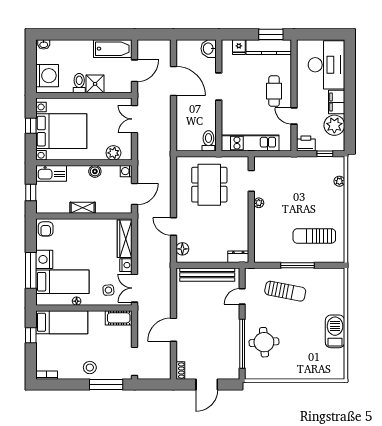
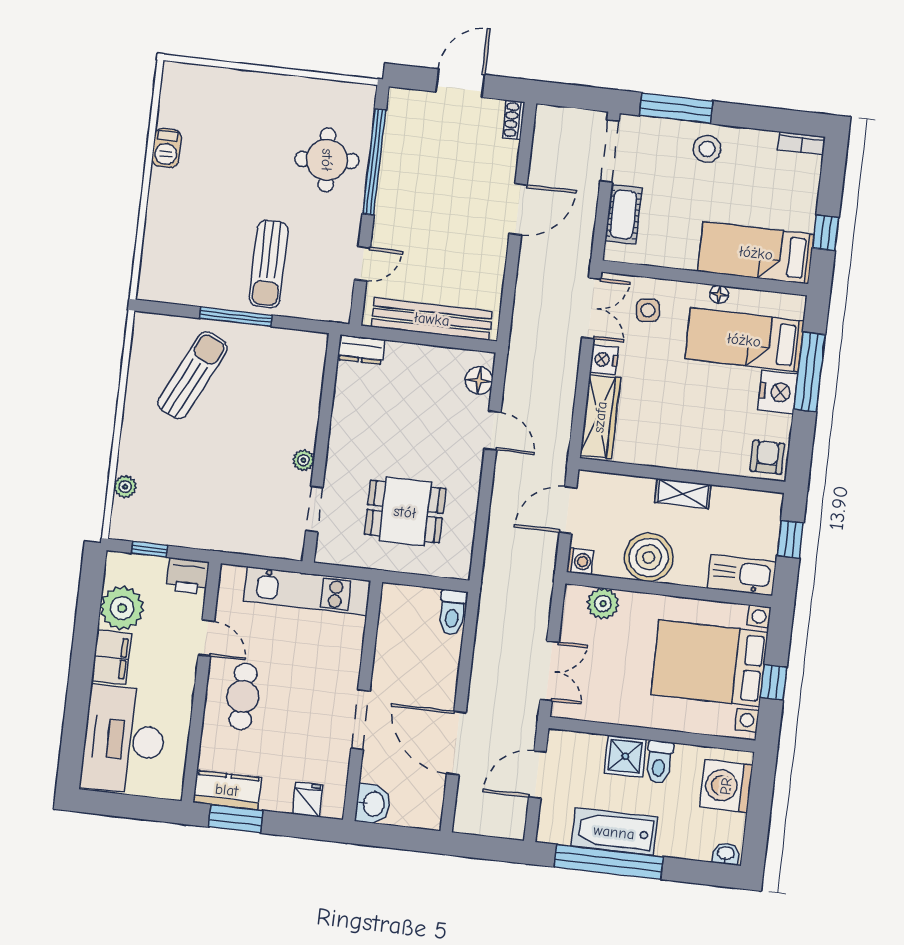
window: (97, 34) -> (609, 862), added
kitchen counter: (269, 47) -> (227, 790), width x0.67
bathtub: (113, 49) -> (614, 832), moved
toilet: (208, 141) -> (452, 612), moved
boiler: (95, 171) -> (649, 557), width x1.86, depth x1.86
dining table: (209, 185) -> (405, 512), width x0.73
sun lounger: (314, 236) -> (193, 375), turned -64
sun lounger: (285, 291) -> (269, 264), turned -101
cot: (119, 318) -> (624, 214), moved, turned 90
barbecue: (335, 331) -> (167, 148), width x0.53, depth x0.65

